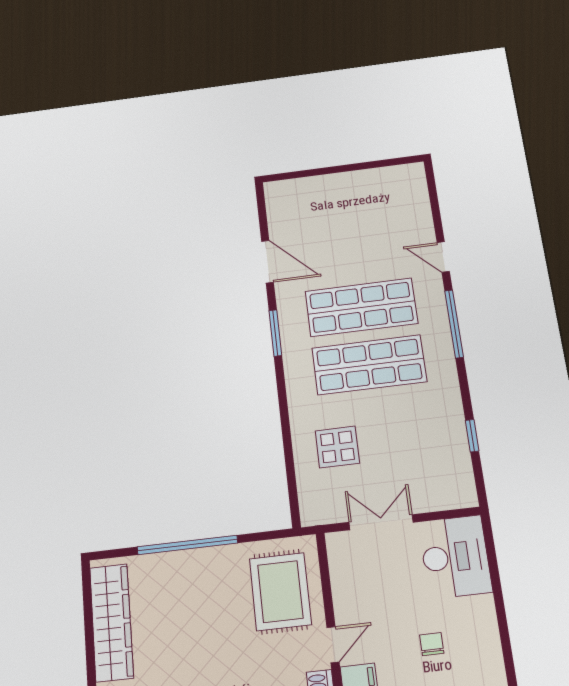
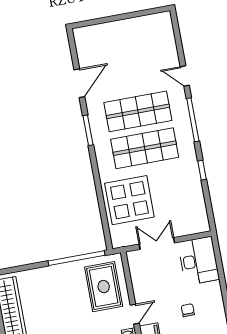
door: (267, 262) -> (79, 83), hinge flipped
window: (472, 436) -> (202, 170), moved
display table: (337, 447) -> (129, 200), width x1.86, depth x1.86
window: (187, 545) -> (77, 258), moved

